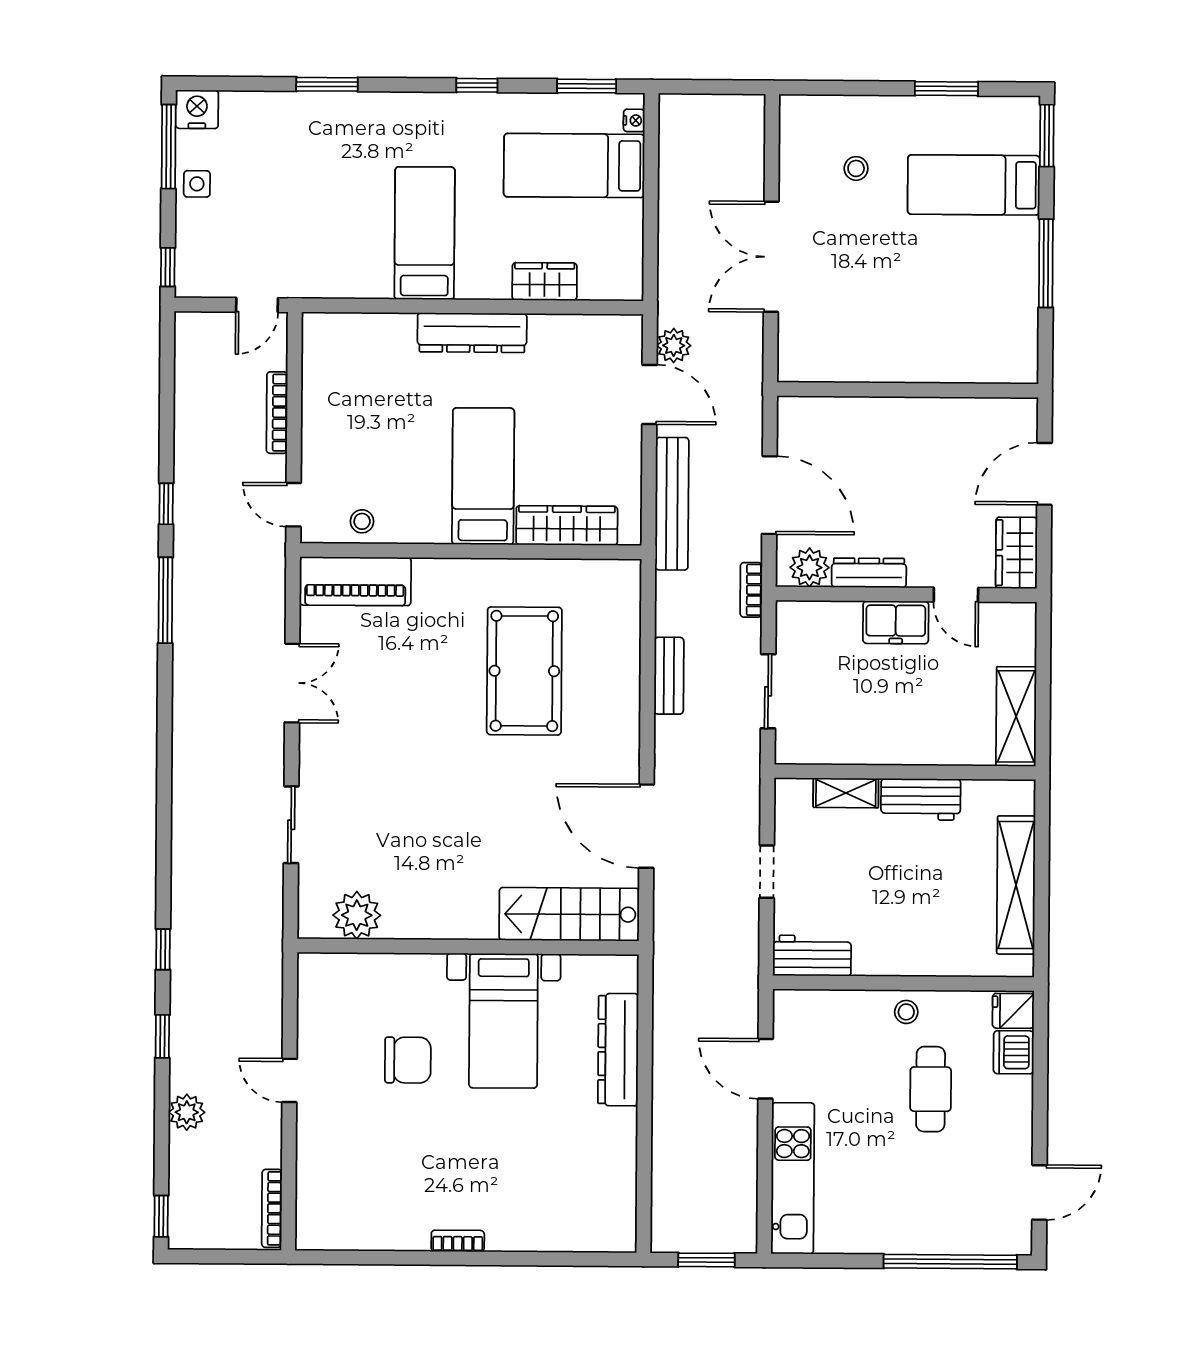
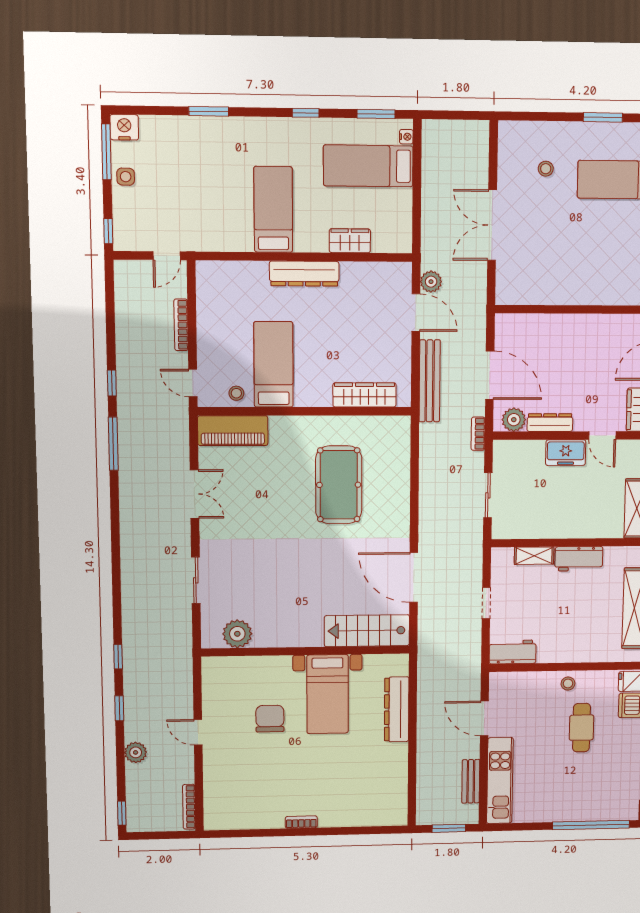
bed: (483, 476) -> (273, 364), moved
bench: (669, 676) -> (471, 781), moved
chair: (408, 1060) -> (270, 719), turned -90

